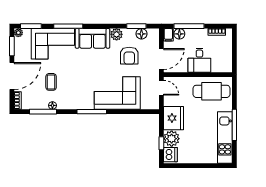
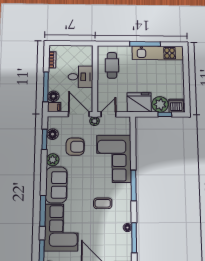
plant: (155, 74) -> (95, 121), added
coffee table: (51, 82) -> (103, 203), moved
cafe table: (212, 91) -> (112, 65), width x0.73, depth x0.74

